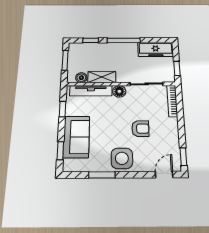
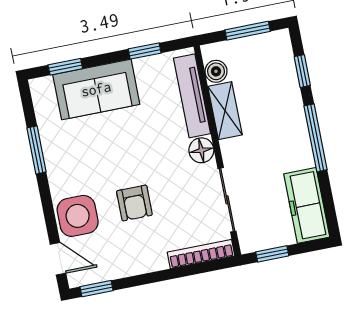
side table: (122, 158) -> (78, 216), moved

